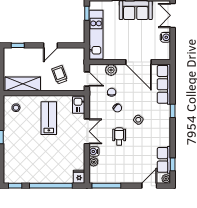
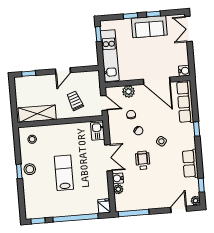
water cooler: (165, 37) -> (184, 71), moved
lab bench: (49, 118) -> (64, 173), moved
stool: (11, 136) -> (30, 169), added
row of seats: (164, 160) -> (190, 164), moved

